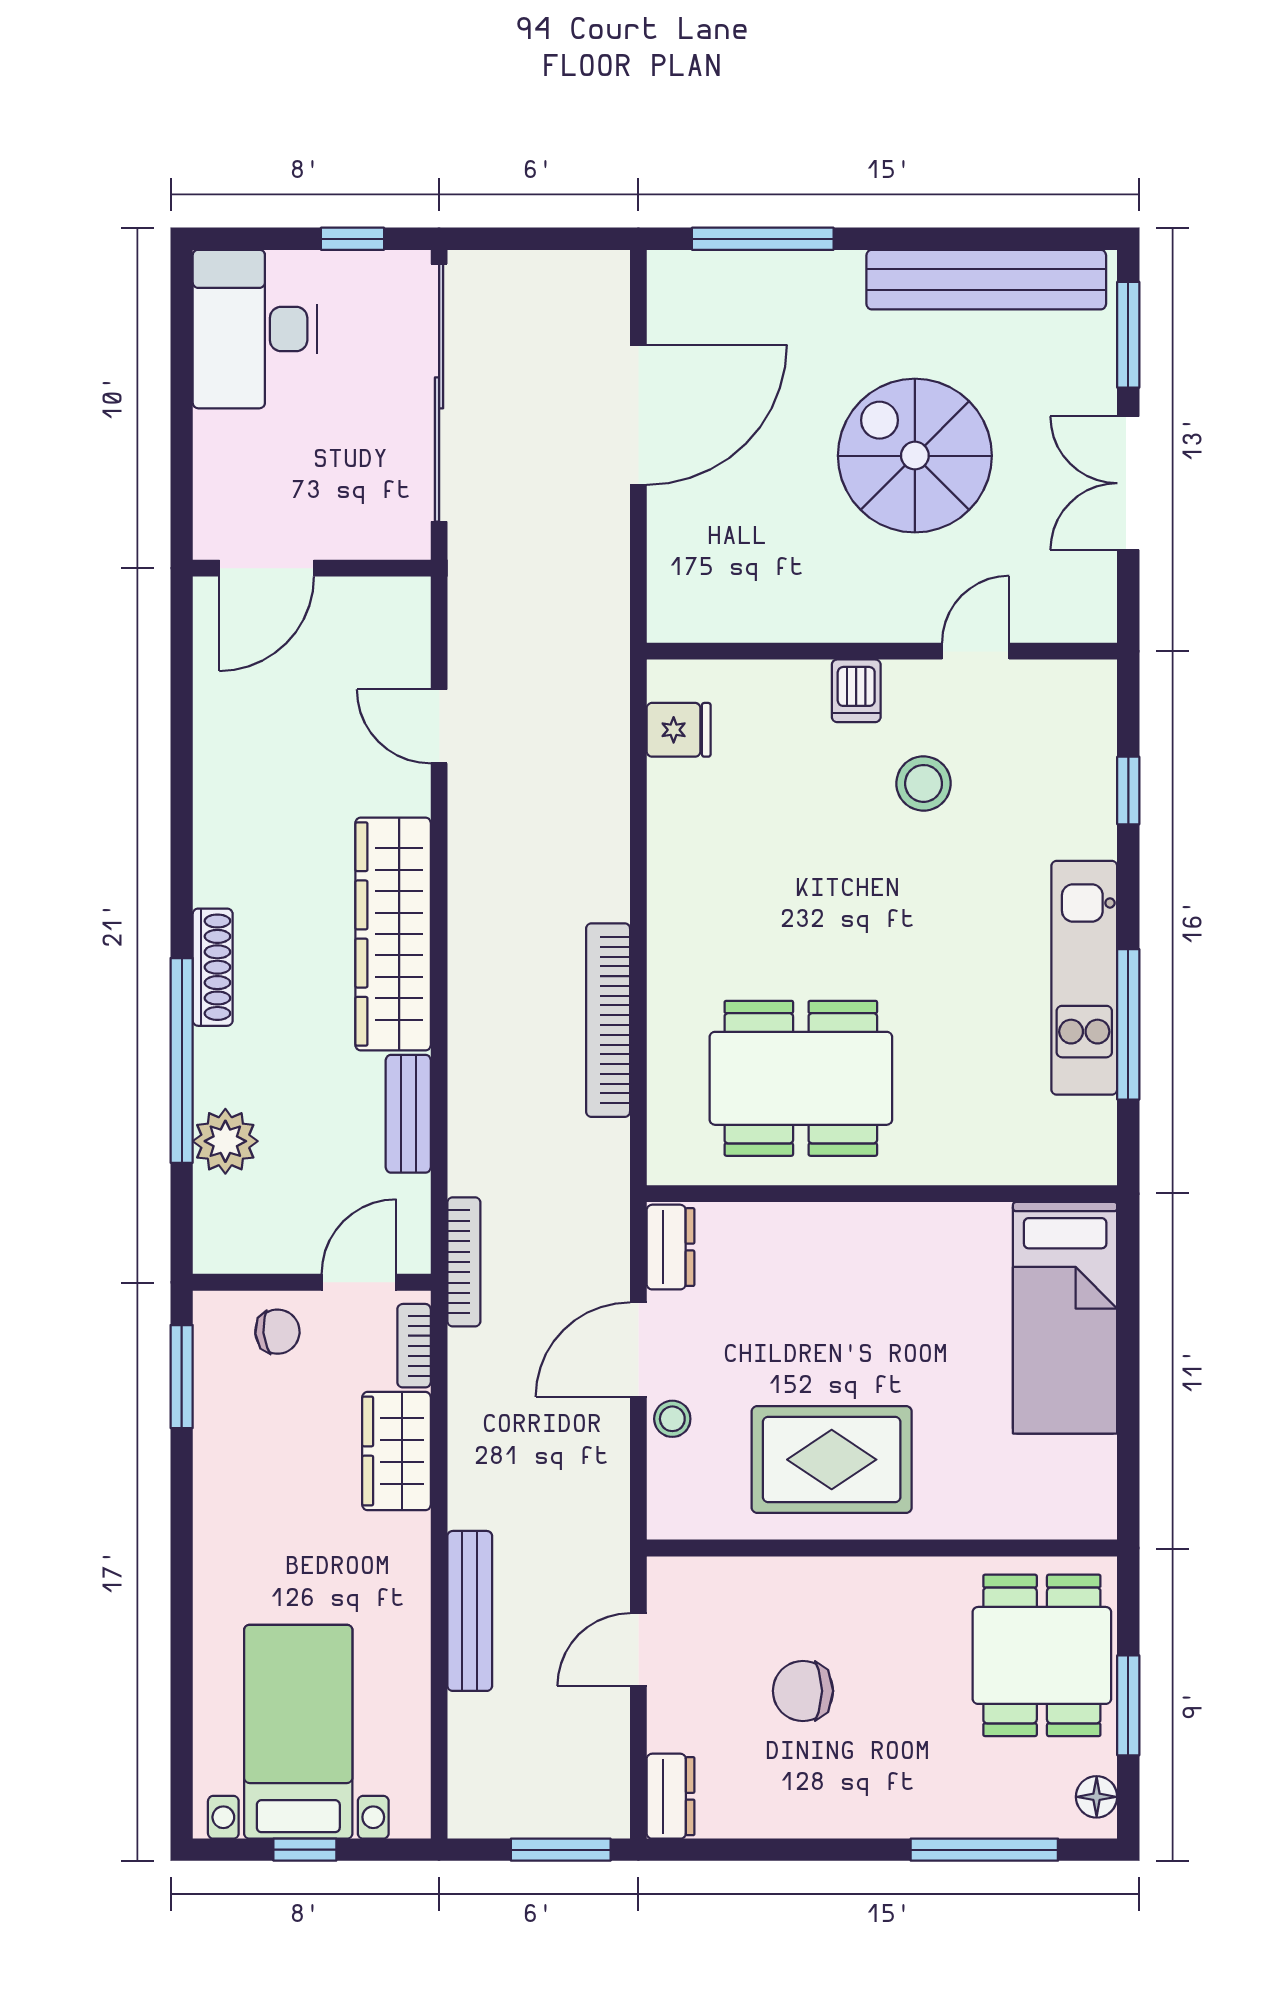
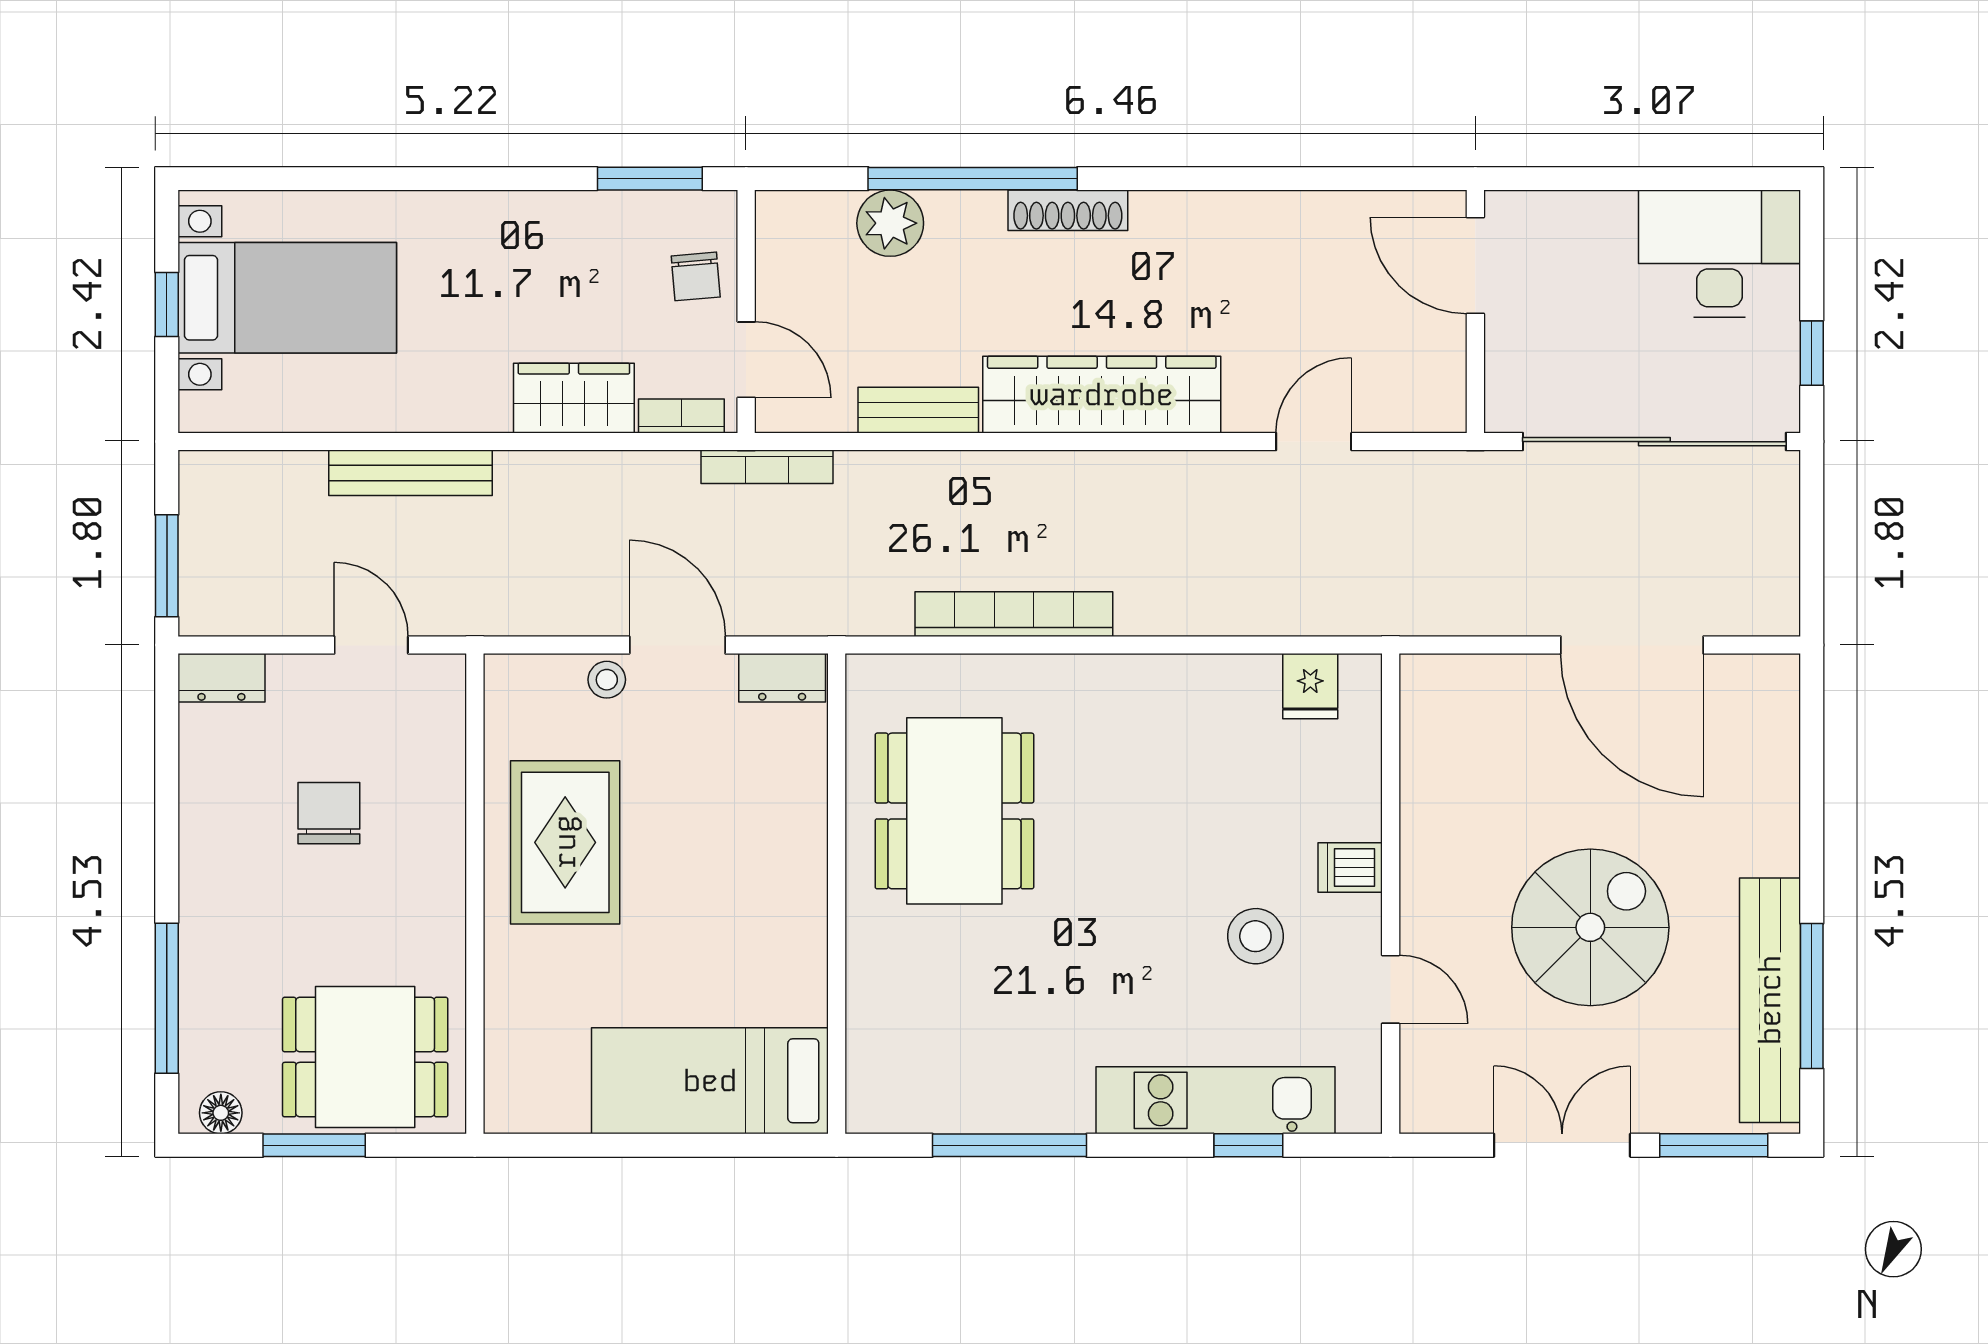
window: (763, 239) -> (1812, 996), moved
kitchen unit: (1084, 978) -> (1216, 1100), moved

